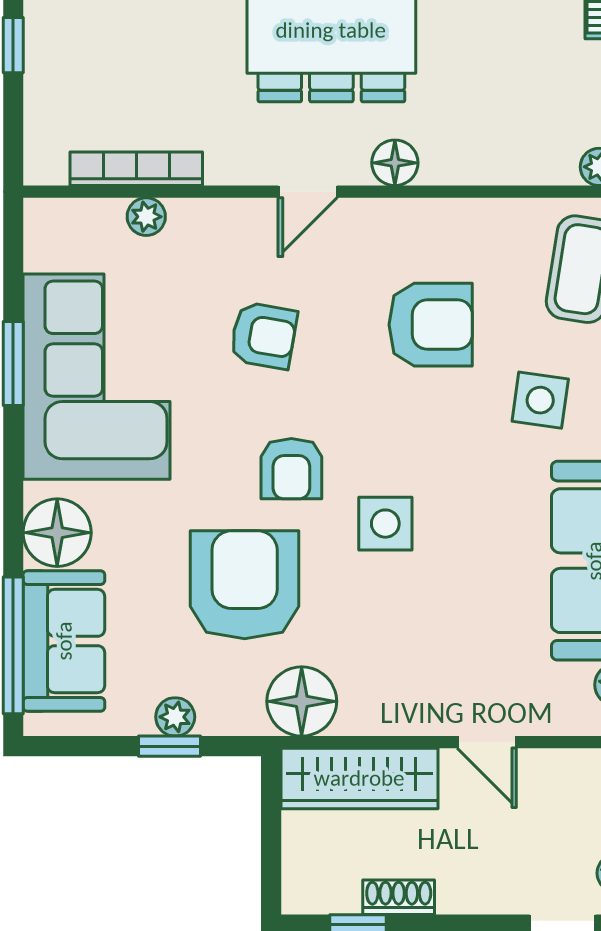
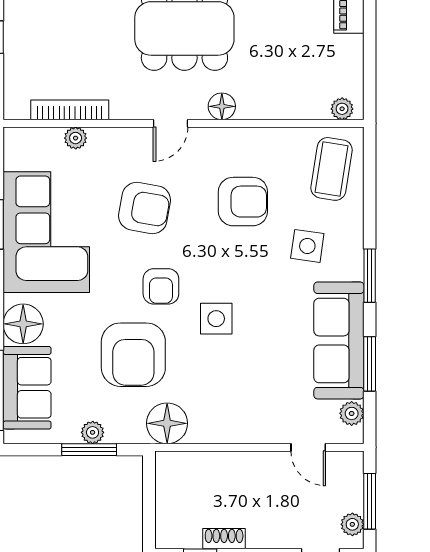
armchair: (264, 336) -> (145, 208), width x1.38, depth x1.38
armchair: (245, 585) -> (133, 355), turned 180
door: (487, 742) -> (308, 447), moved
window: (169, 746) -> (89, 450), width x1.50
wardrobe: (359, 778) -> (201, 469), removed

